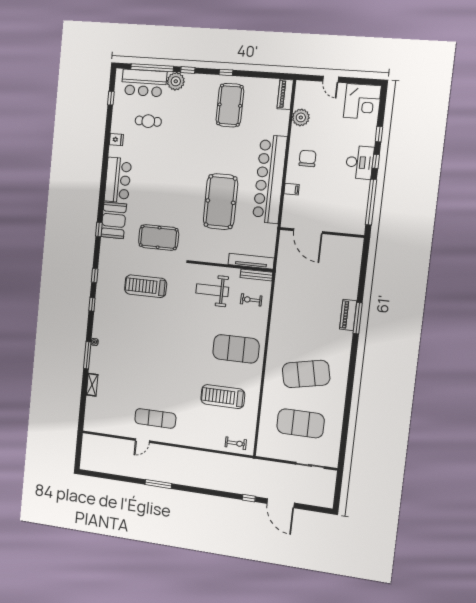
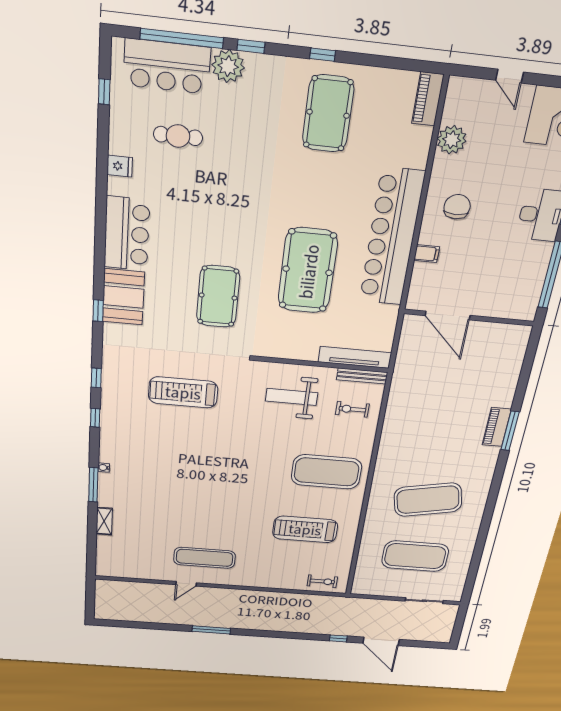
pool table: (159, 237) -> (218, 297), moved, turned 90

